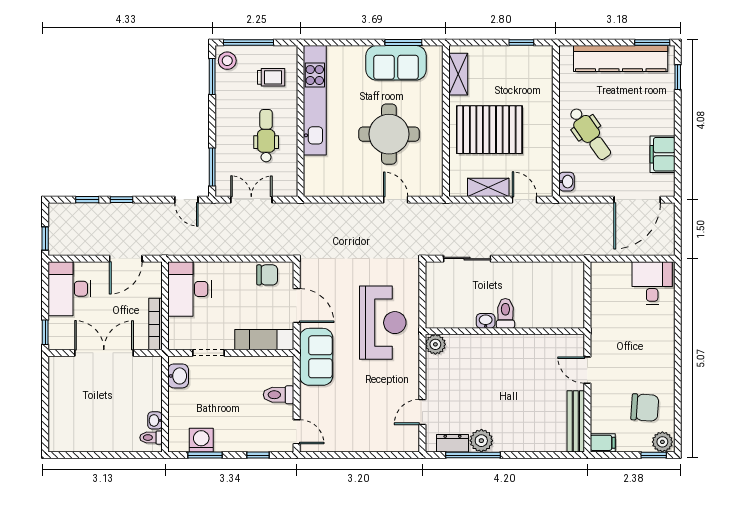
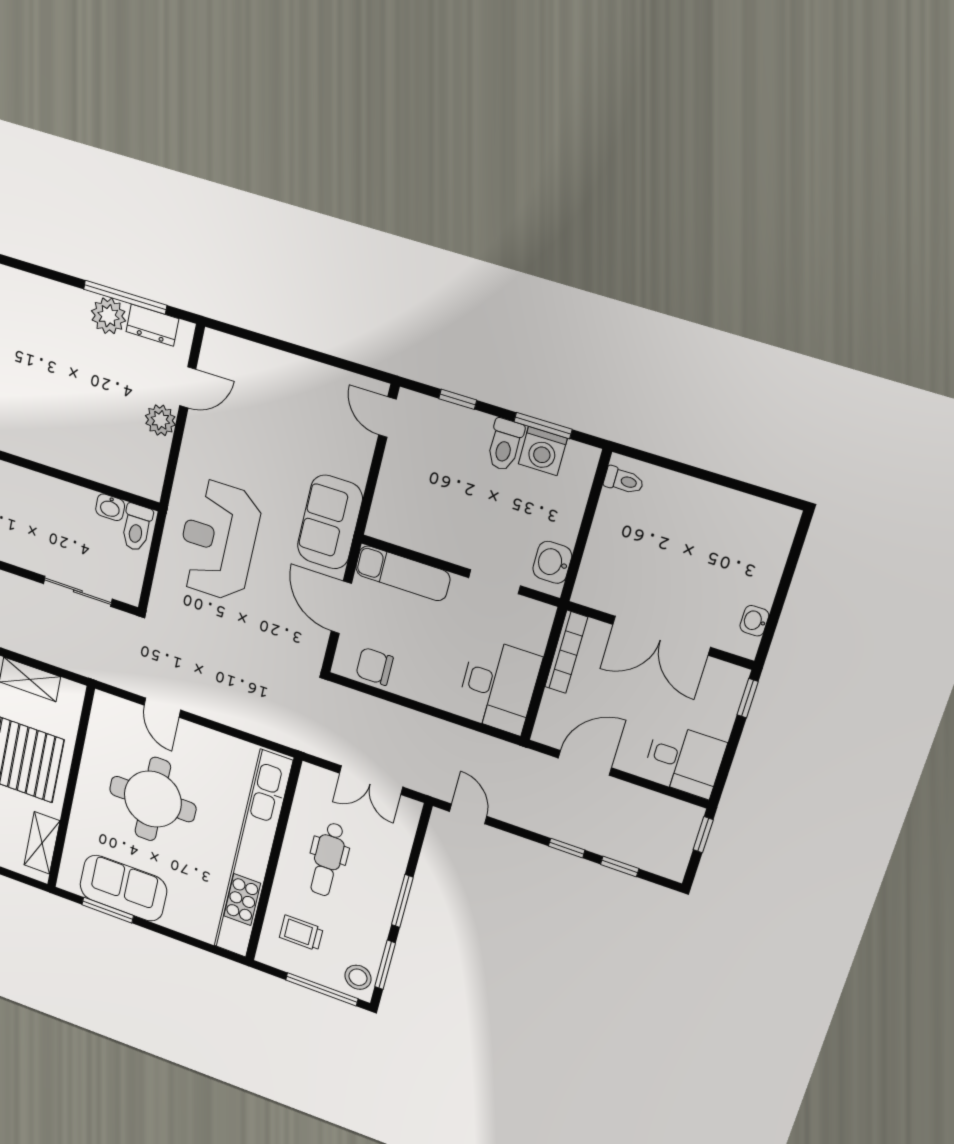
kitchen unit: (315, 100) -> (253, 855), width x1.36
window: (212, 167) -> (402, 901), moved
desk: (69, 289) -> (684, 760), width x0.73
toilet: (505, 313) -> (137, 527), moved
washbasin: (486, 321) -> (110, 507), moved
plant: (435, 344) -> (160, 420), moved
toilet: (279, 395) -> (505, 445), moved, turned 90
washbasin: (155, 420) -> (754, 621), moved, turned 180

